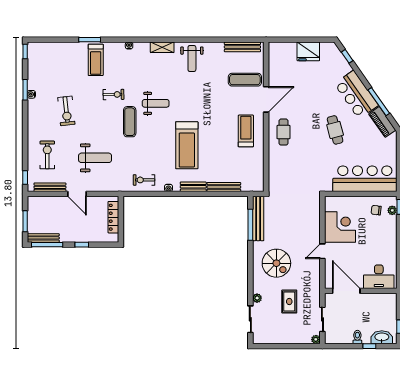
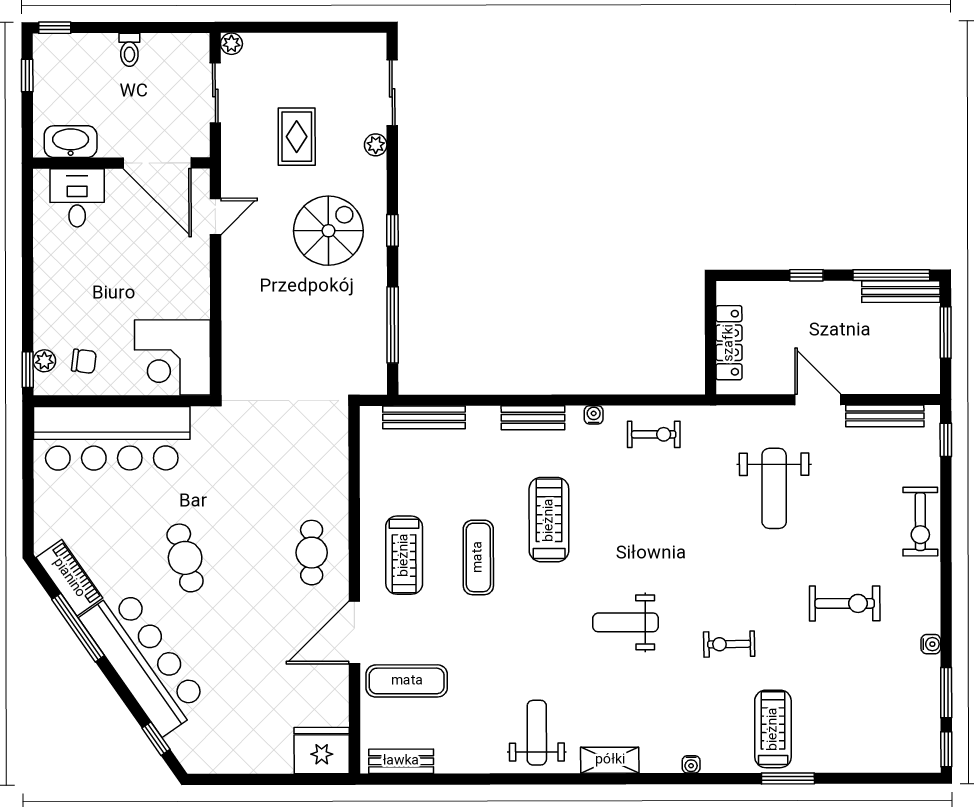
bench: (242, 47) -> (401, 761), width x0.73
fridge: (308, 51) -> (322, 751), moved
window: (25, 90) -> (946, 693), moved
bar counter: (356, 95) -> (144, 661), width x1.36
exercise bike: (66, 111) -> (845, 603), turned 96
exercise mat: (130, 122) -> (478, 557), moved
treadmill: (187, 145) -> (549, 520), width x0.73, depth x0.73
exercise bike: (47, 155) -> (920, 522), moved
weight bench: (95, 158) -> (774, 488), turned -90
bench: (224, 187) -> (424, 417), moved
bench: (258, 219) -> (373, 340), removed
corner desk: (340, 227) -> (172, 357), moved
door: (322, 251) -> (215, 217), moved
window: (250, 263) -> (392, 230), added
spiral stairs: (276, 263) -> (328, 231), turned 90
desk: (379, 277) -> (77, 198), width x0.73
washbasin: (382, 337) -> (71, 142), moved, turned 180
window: (369, 346) -> (55, 28), moved

